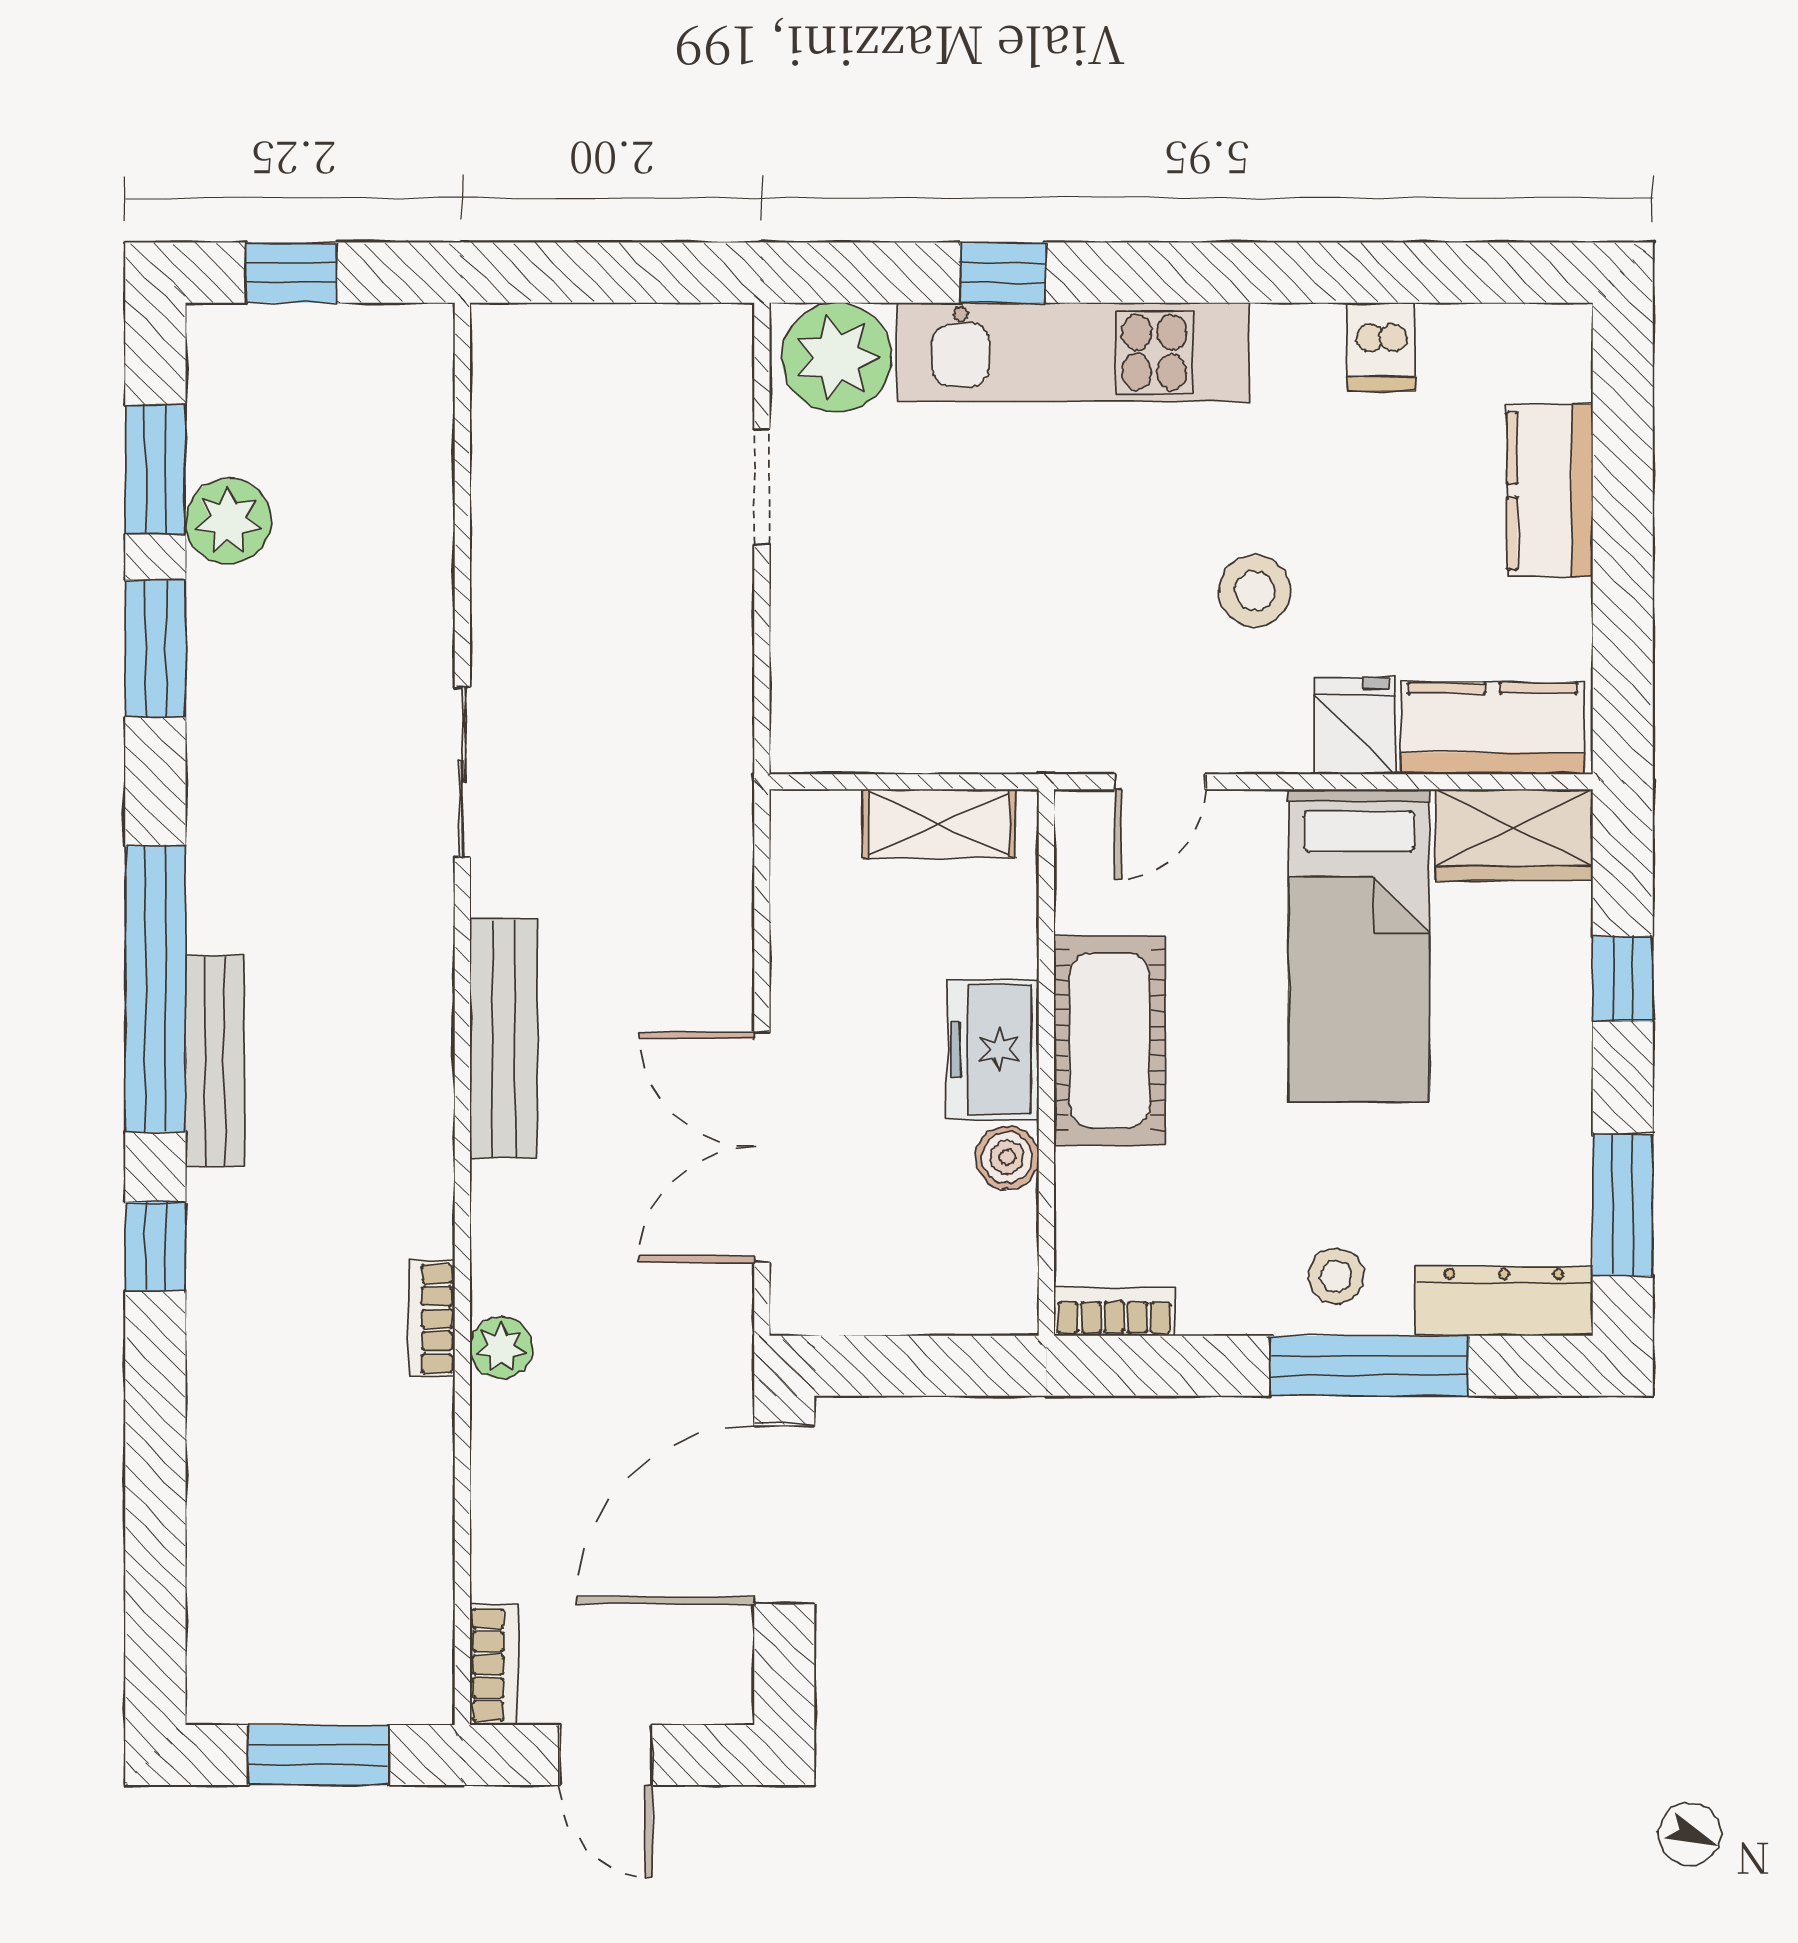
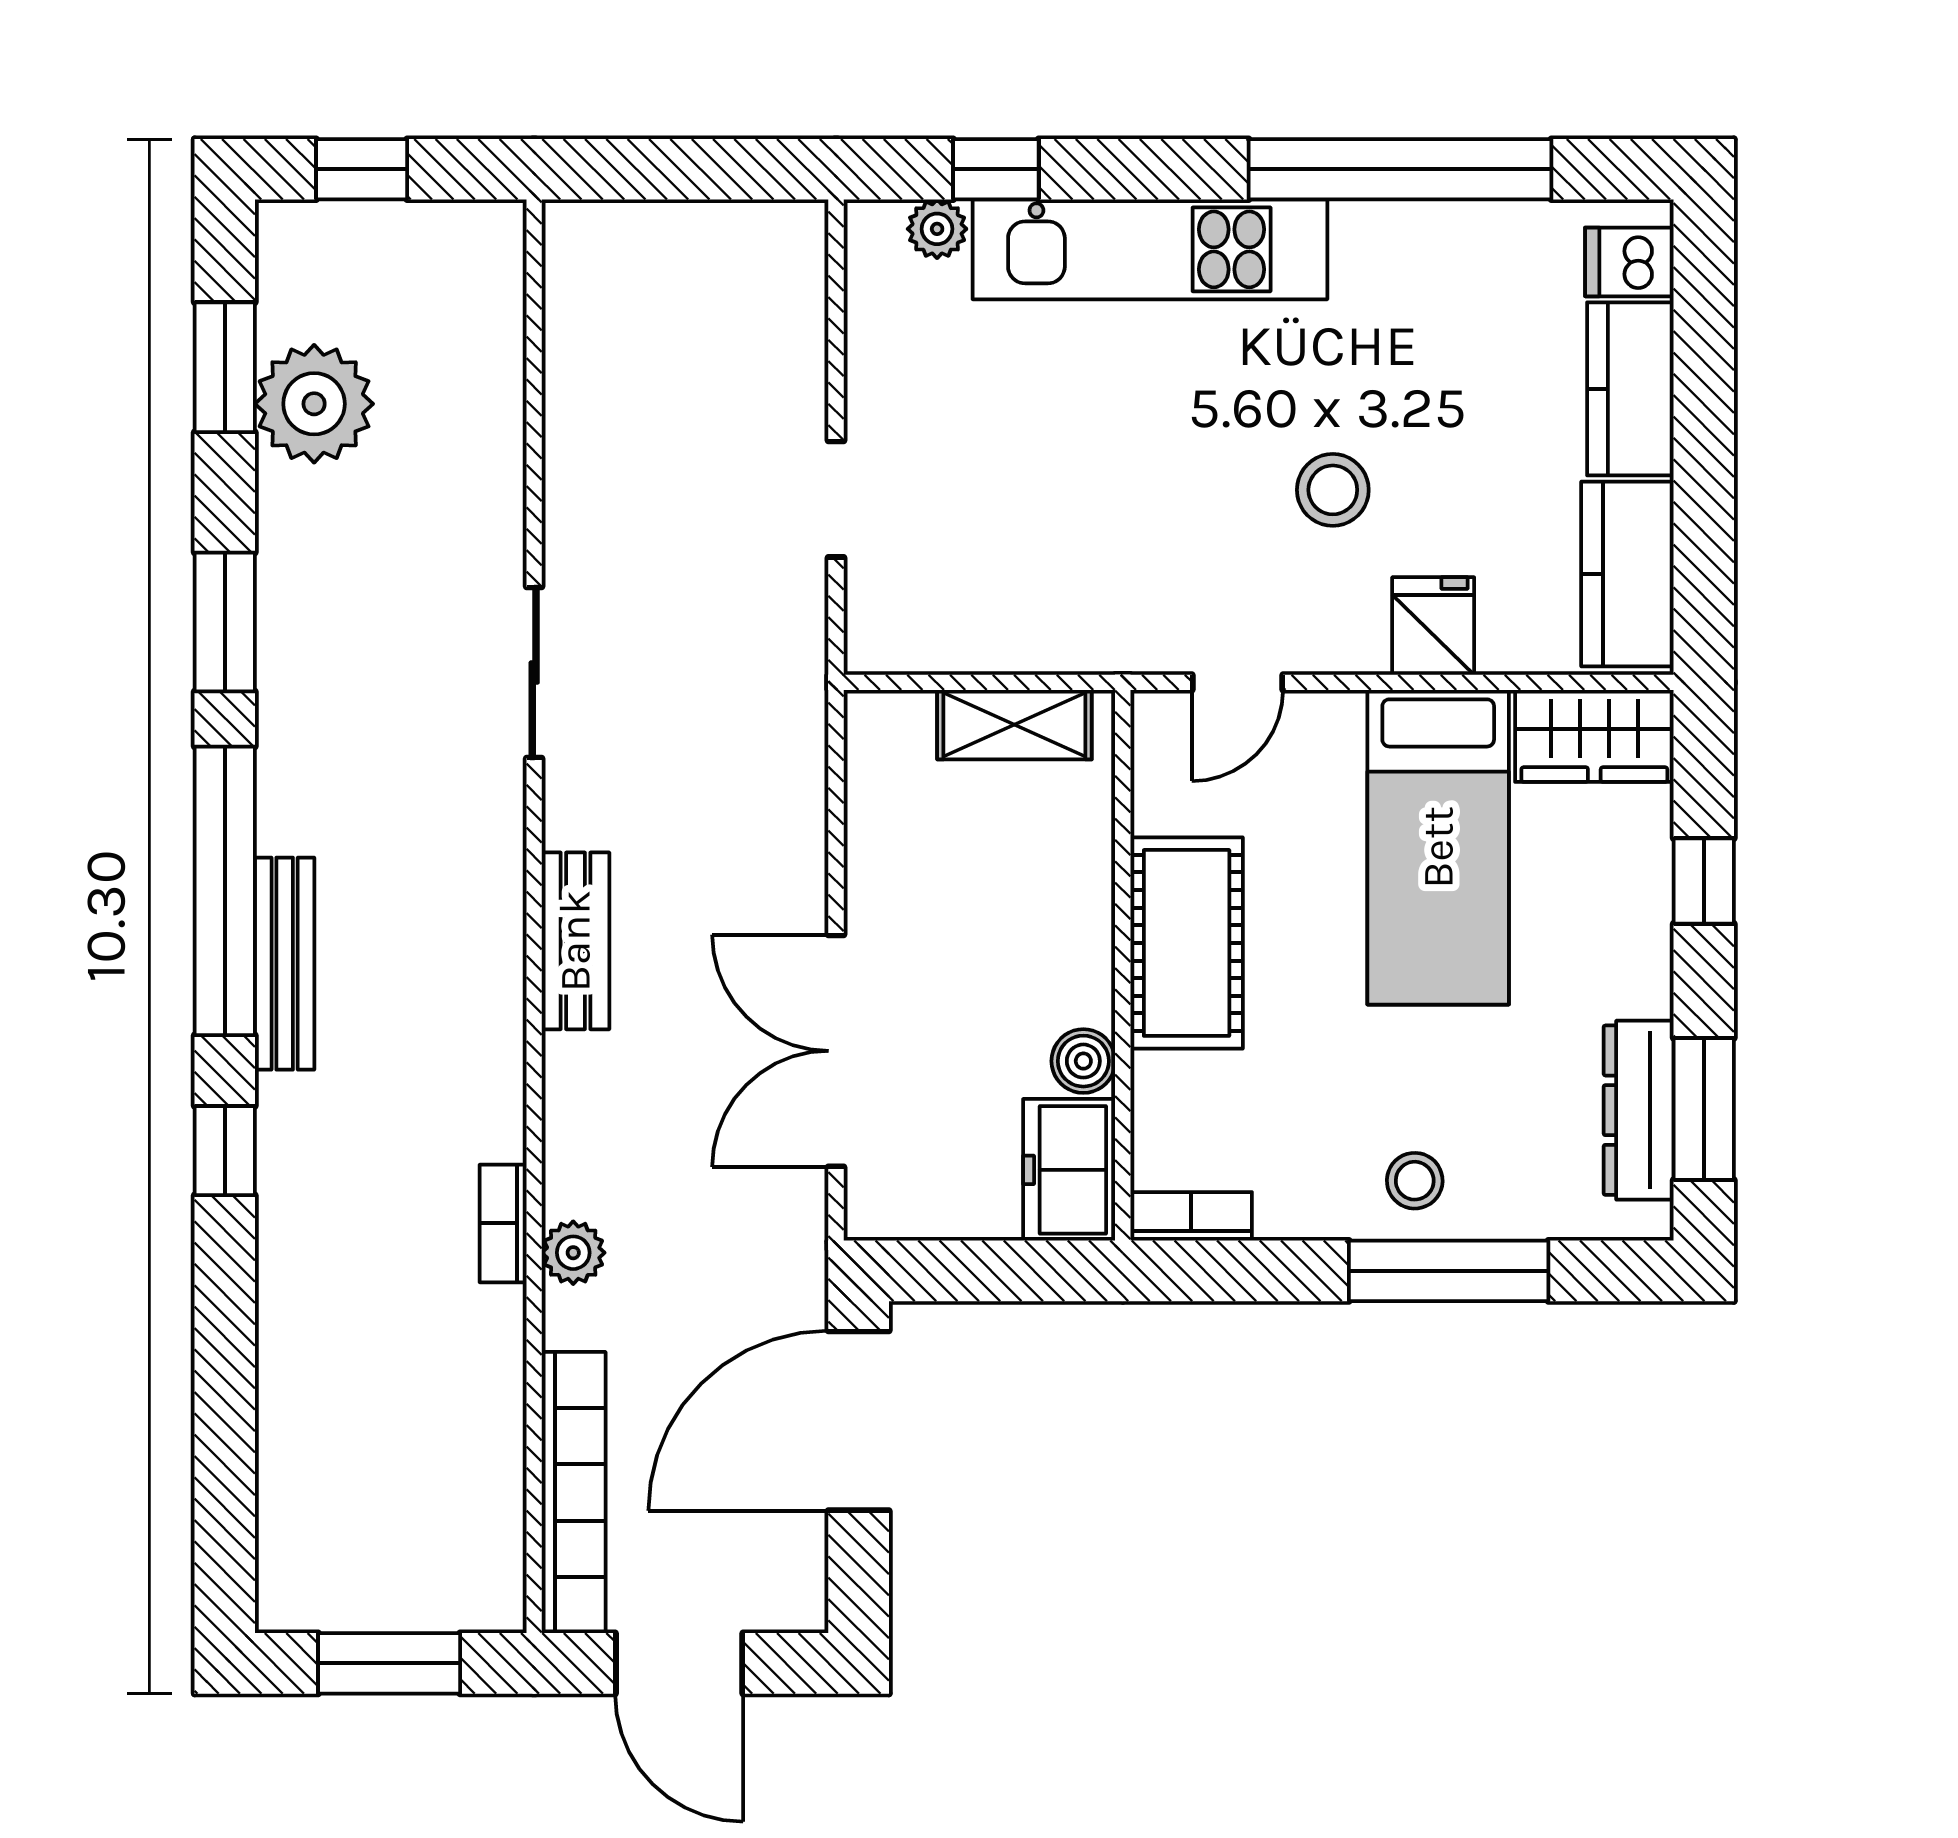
window: (1003, 273) -> (996, 169), moved
window: (1321, 273) -> (1400, 169), added
dishwasher: (1381, 347) -> (1629, 262), moved, turned 90
plant: (836, 357) -> (937, 229), width x0.53, depth x0.53
doorway: (762, 487) -> (836, 499), moved
plant: (228, 521) -> (314, 404), width x1.36, depth x1.36
window: (155, 648) -> (225, 622), moved
kitchen counter: (1493, 728) -> (1627, 574), moved, turned -90
bench: (503, 1038) -> (575, 941), width x0.73
freezer: (993, 1050) -> (1069, 1170), moved
dresser: (1504, 1301) -> (1639, 1110), moved, turned -90
bookcase: (494, 1665) -> (574, 1493), width x2.31, depth x1.31
door: (606, 1755) -> (679, 1663), width x1.38

